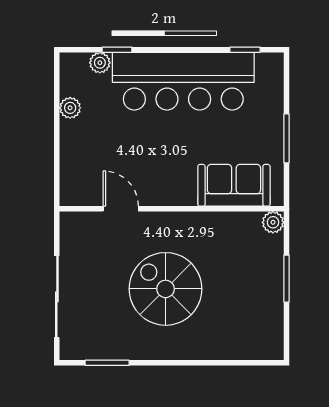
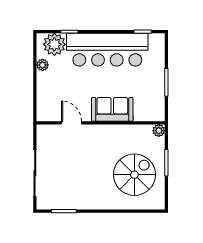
plant: (100, 63) -> (54, 44), width x1.88, depth x1.88
sofa: (234, 185) -> (112, 109), moved
spiral stairs: (166, 289) -> (134, 175), moved, turned 90

